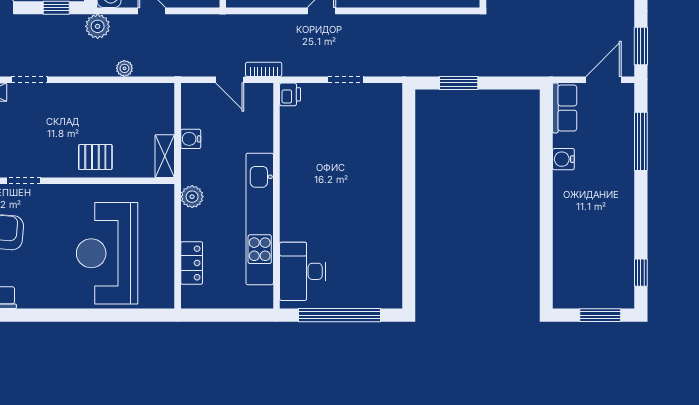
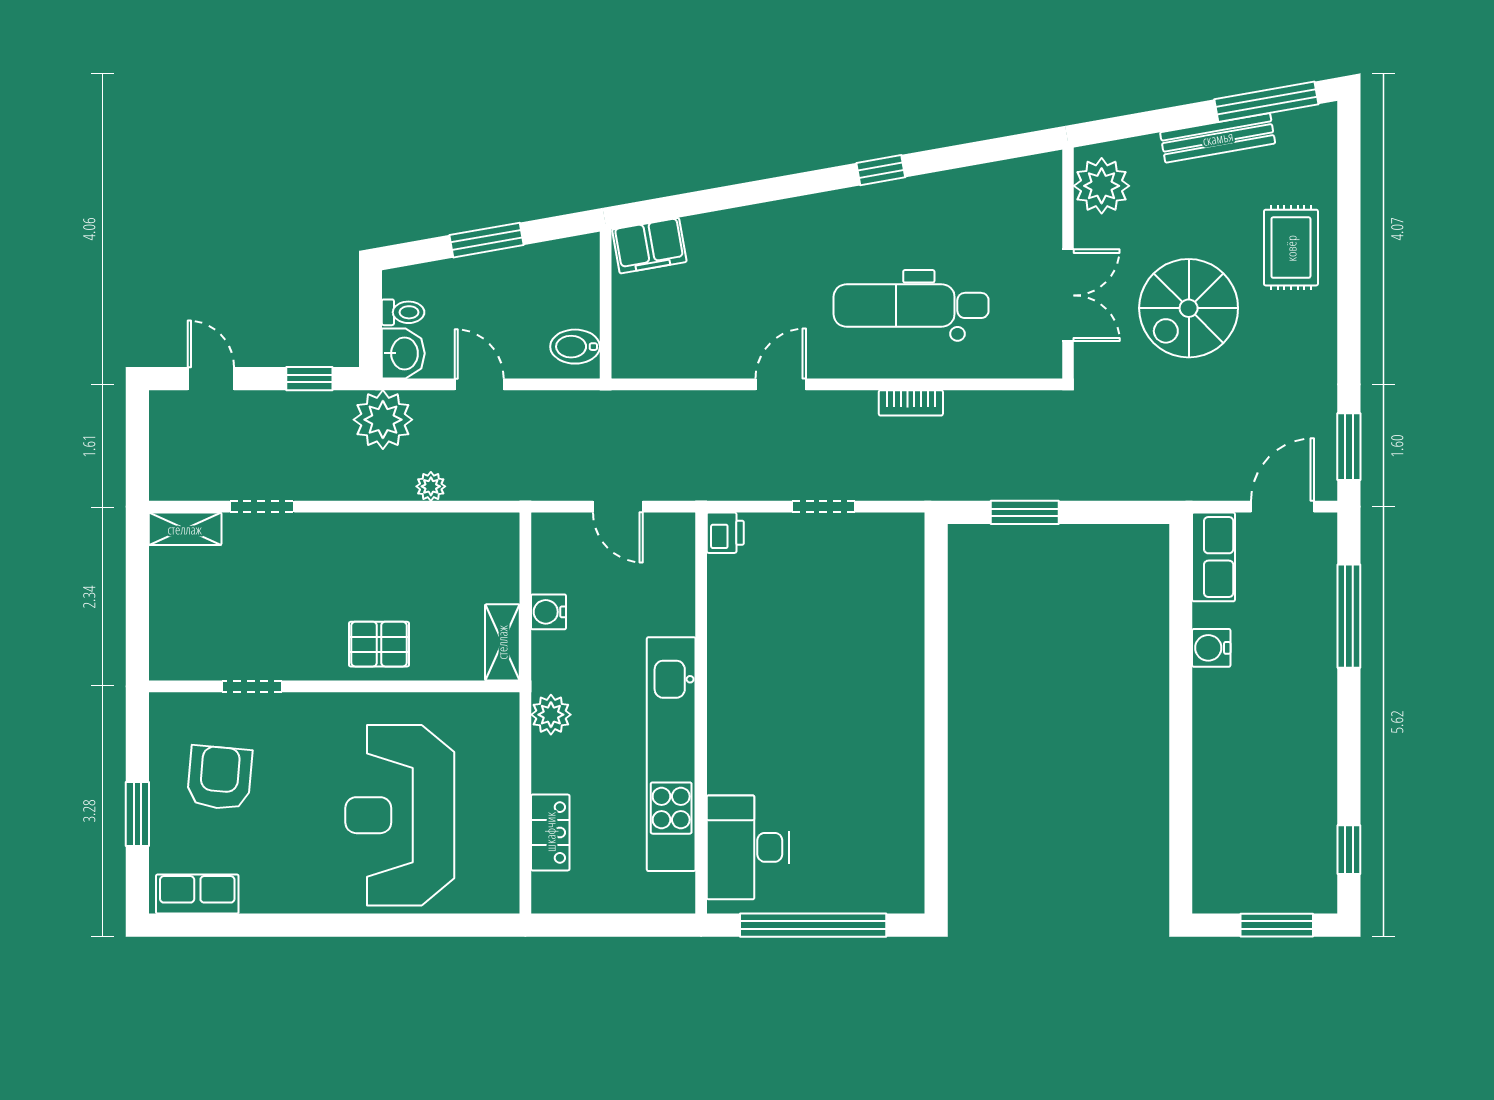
plant: (98, 26) -> (383, 420), width x1.36, depth x1.36
bookcase: (264, 69) -> (911, 403), moved, turned 180

